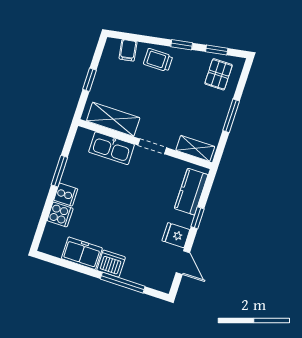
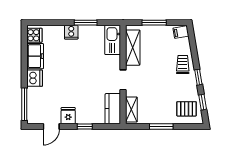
filing cabinet: (128, 50) -> (181, 32), moved
window: (89, 80) -> (154, 23), width x1.50
kitchen sink: (112, 148) -> (113, 40), moved
kitchen counter: (191, 192) -> (113, 109), moved, turned -90
cooker: (60, 214) -> (34, 35), moved, turned -90
window: (123, 283) -> (24, 104), moved

